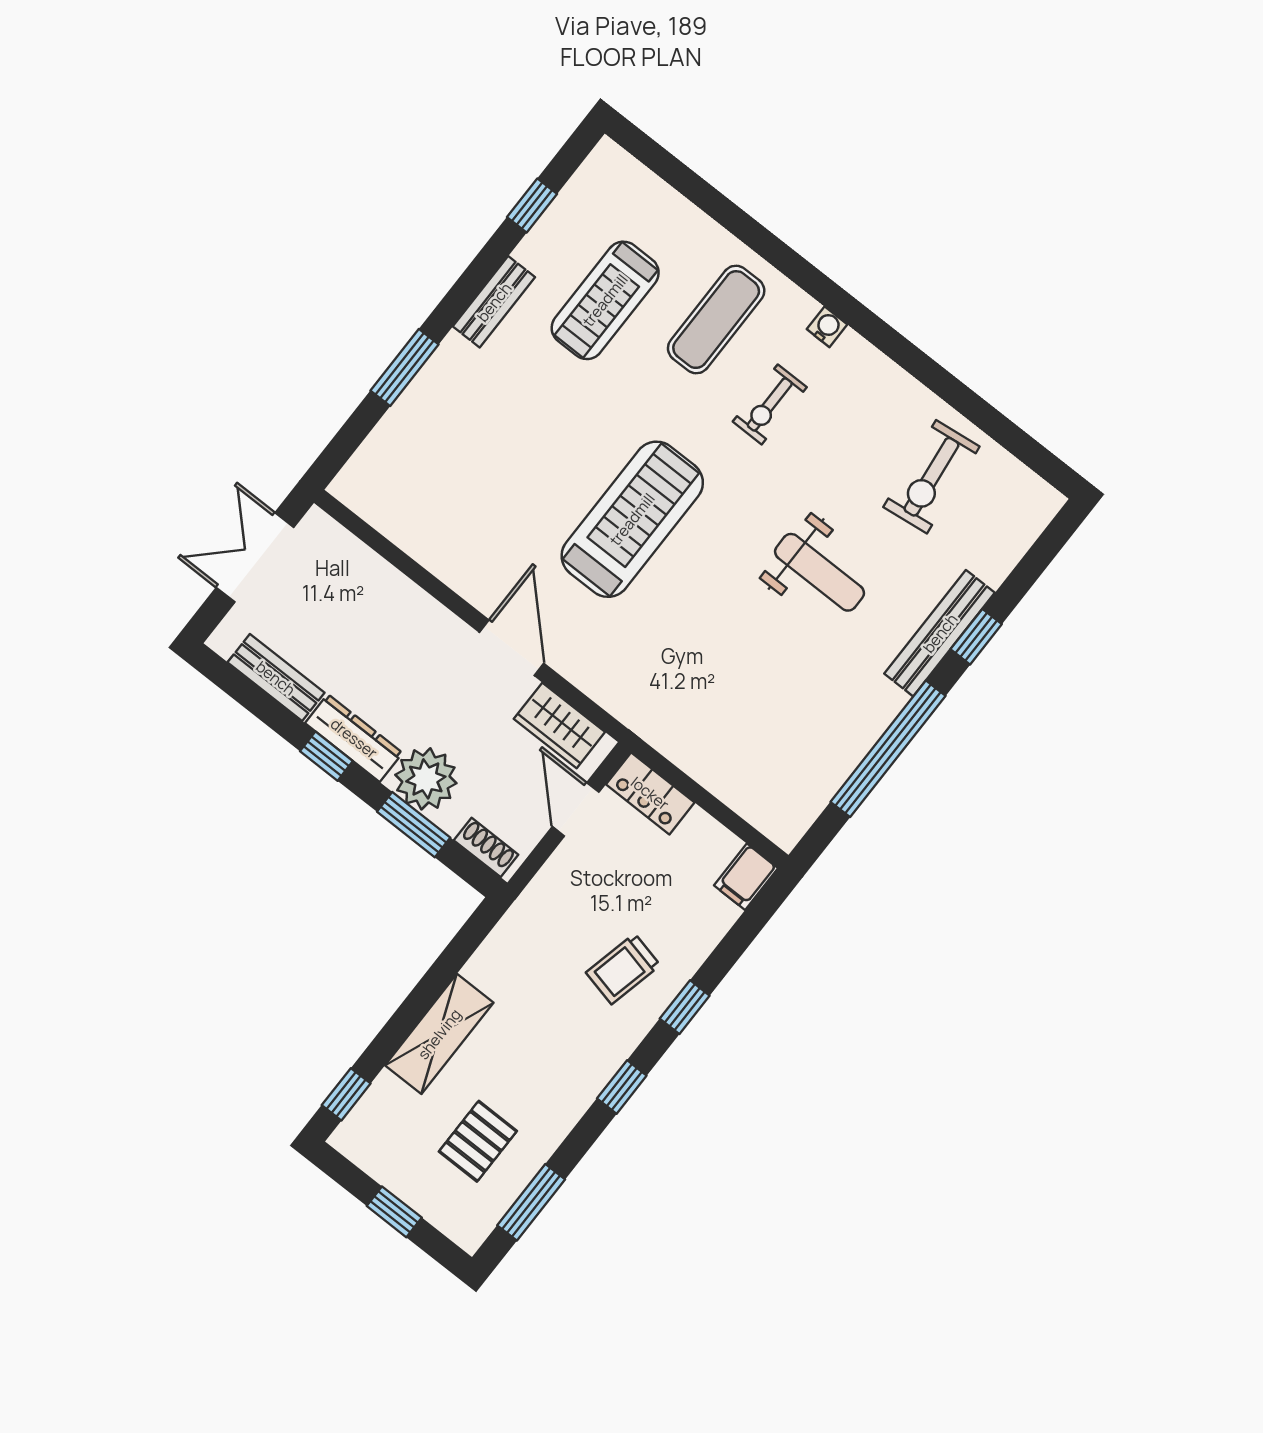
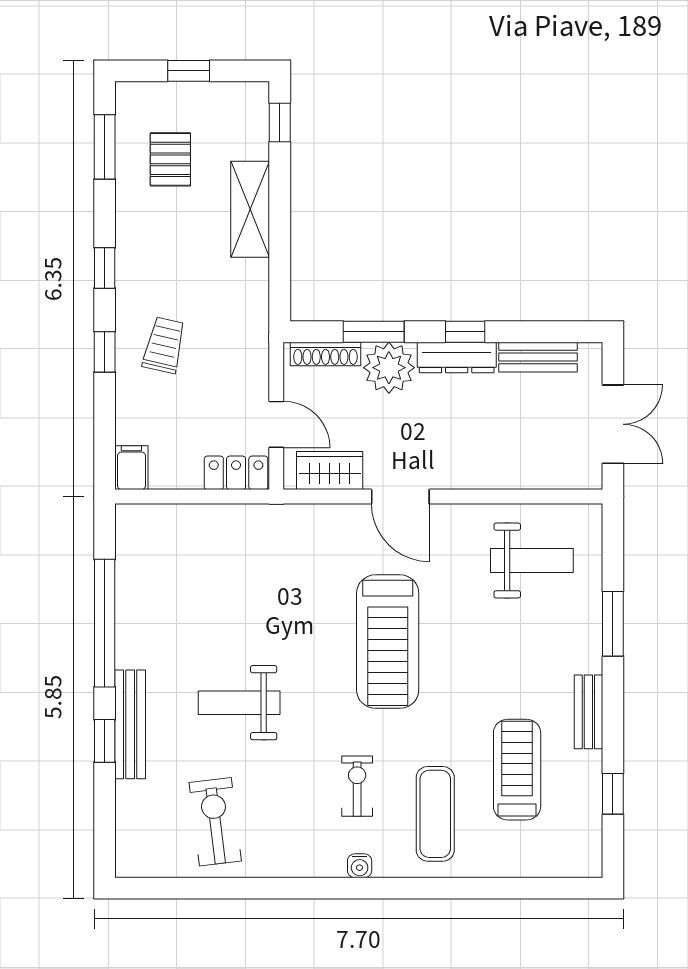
weight bench: (434, 488) -> (532, 560), added
shoe rack: (486, 847) -> (326, 354), width x1.43

